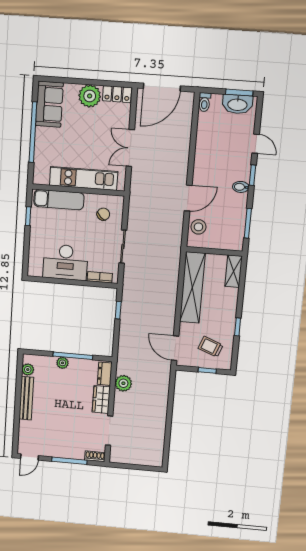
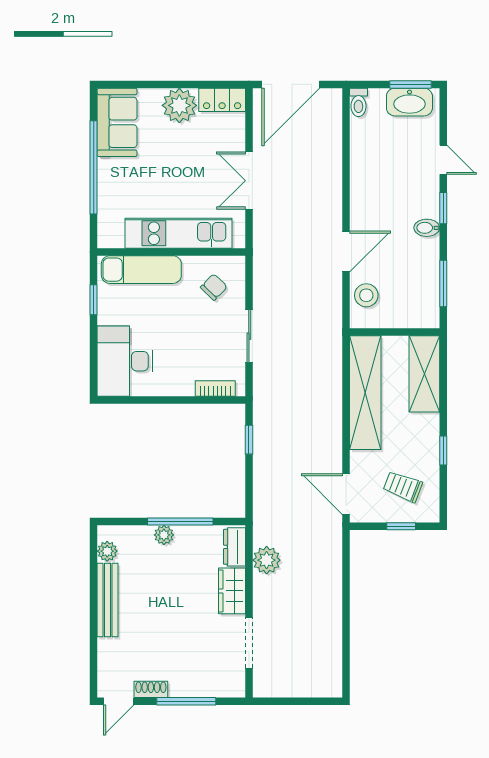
desk: (65, 262) -> (125, 361), moved, turned 90
shelving: (234, 271) -> (424, 374), width x1.50, depth x1.33
shoe rack: (95, 456) -> (151, 689), moved

